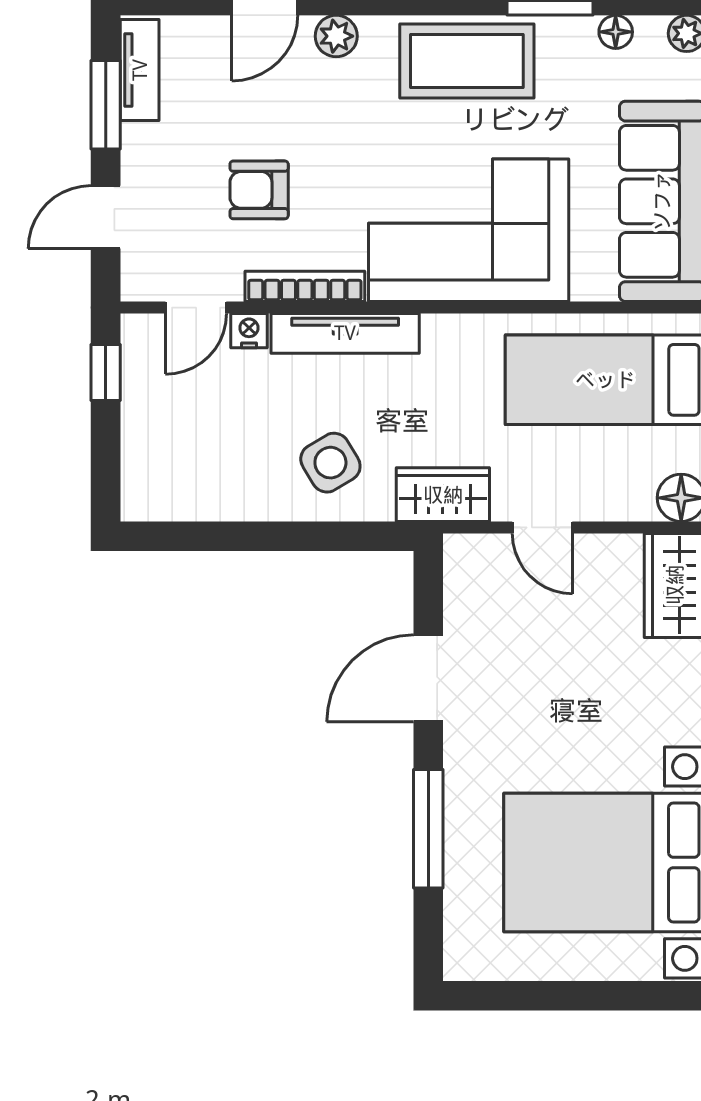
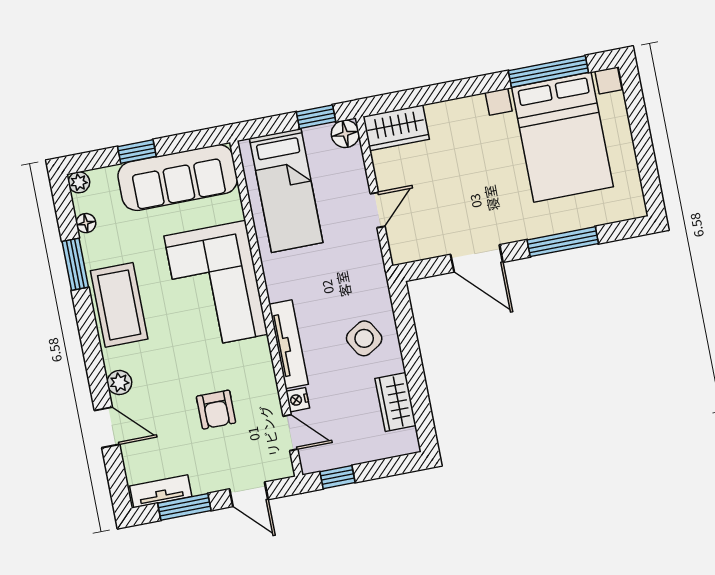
bookcase: (305, 286) -> (266, 373), removed
wardrobe: (443, 495) -> (396, 402), moved

